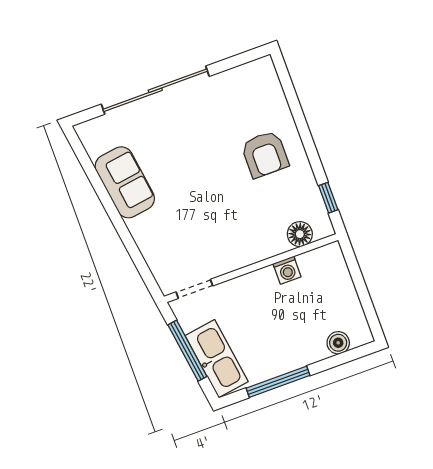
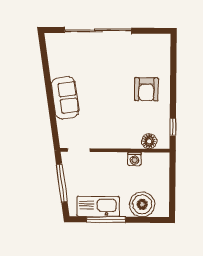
sofa: (125, 182) -> (65, 98), moved
boiler: (338, 343) -> (142, 204), width x1.86, depth x1.86
kitchen sink: (217, 359) -> (98, 206), moved, turned -82

